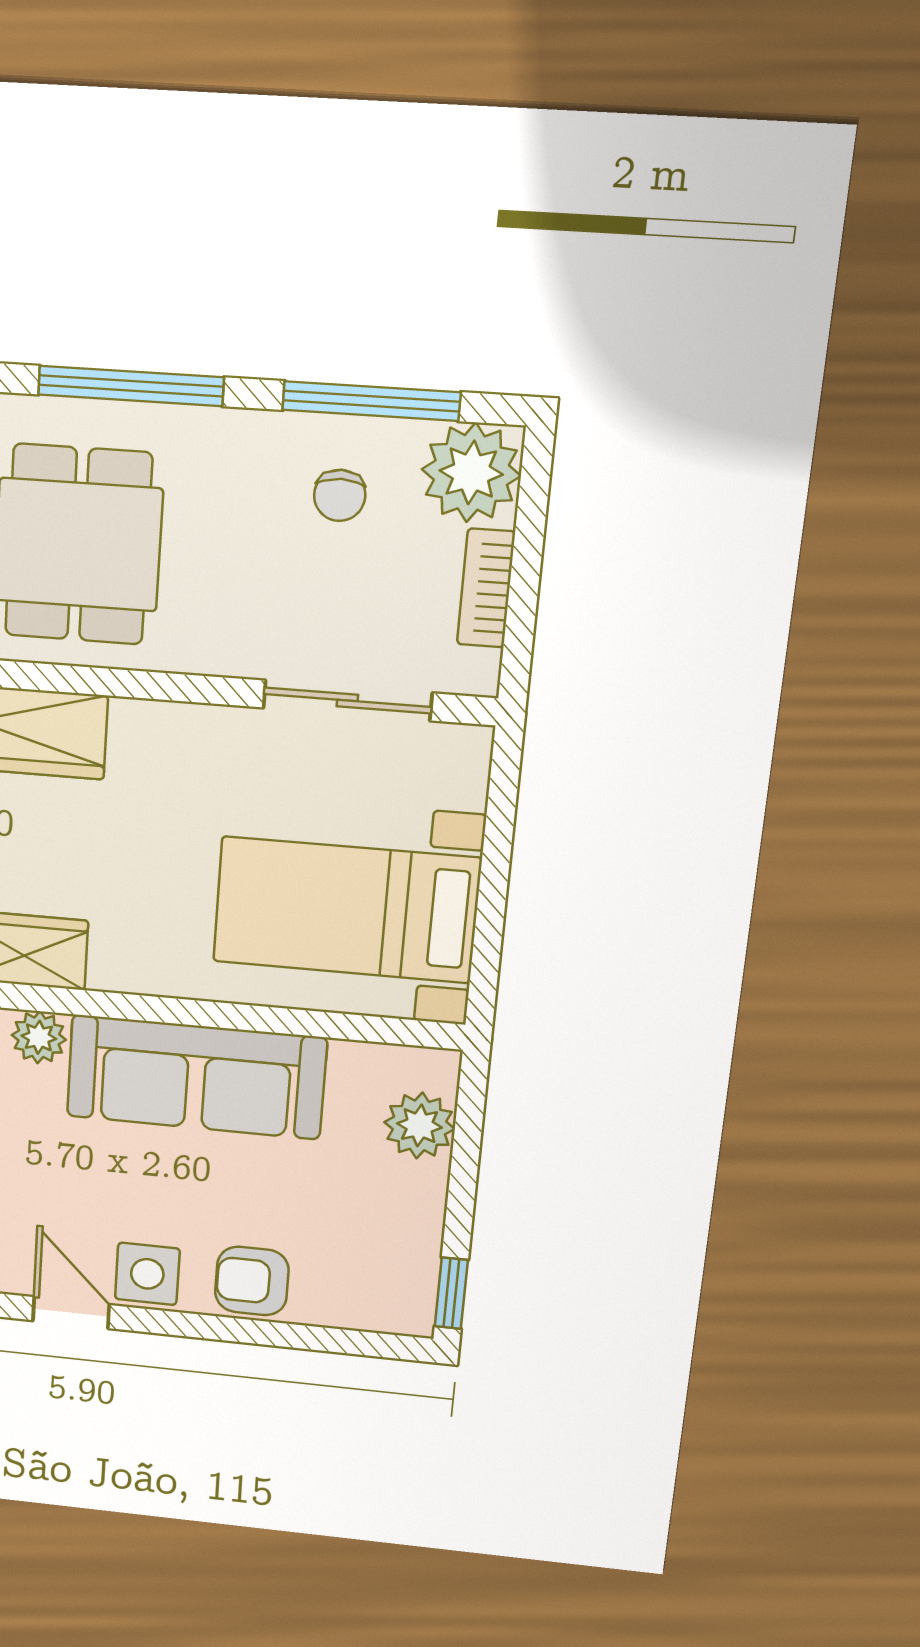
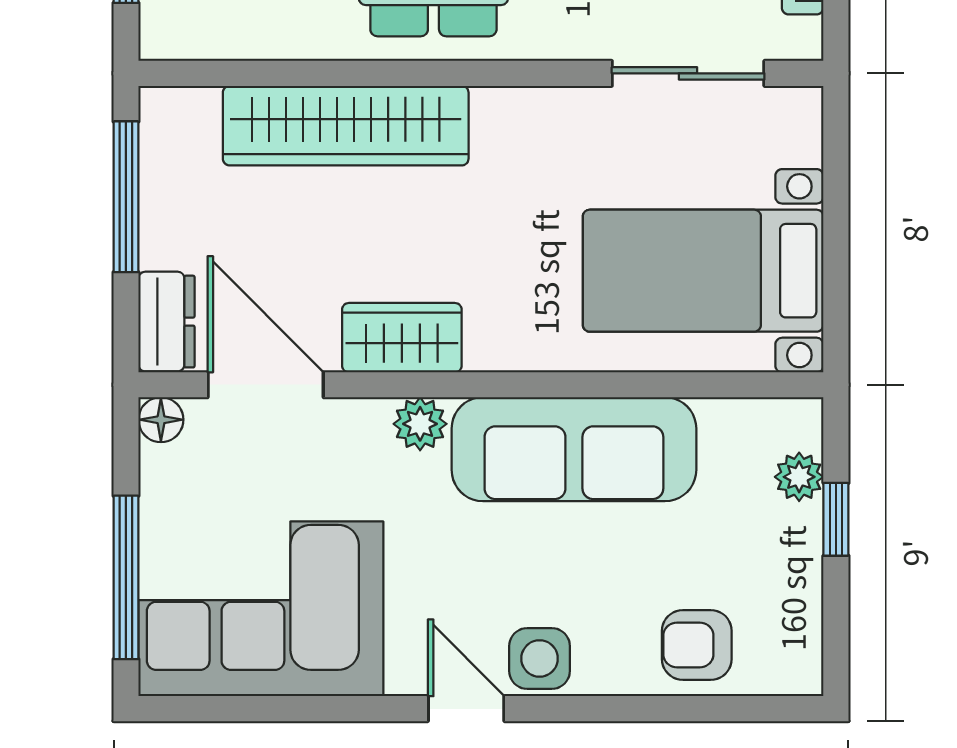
plant: (419, 1125) -> (799, 477), width x0.73, depth x0.73
armchair: (252, 1281) -> (697, 645), moved
window: (451, 1293) -> (836, 519), moved

